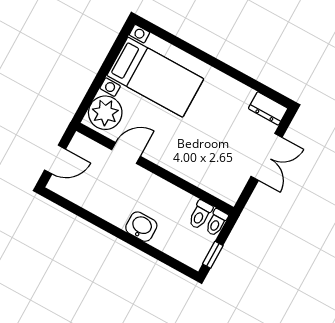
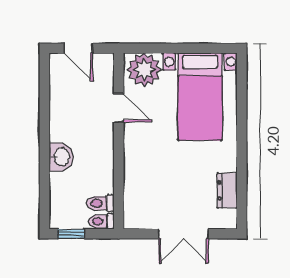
dresser: (268, 108) -> (227, 190), moved

